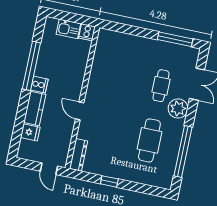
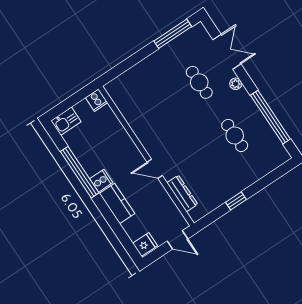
kitchen sink: (68, 29) -> (66, 121), moved
plant: (178, 108) -> (236, 84), width x0.53, depth x0.53
fridge: (30, 132) -> (145, 244), moved
cafe table: (149, 140) -> (235, 135), width x0.73, depth x0.74
dresser: (79, 155) -> (182, 193), moved

